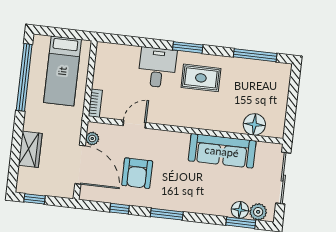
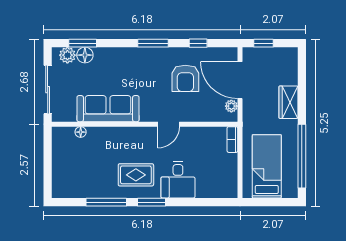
window: (255, 55) -> (106, 202), moved
door: (134, 124) -> (169, 124), moved
floor lamp: (254, 124) -> (81, 132), width x0.53, depth x0.53
wardrobe: (30, 149) -> (289, 102), moved
armchair: (137, 173) -> (185, 78), turned 180
window: (34, 199) -> (263, 43), moved

